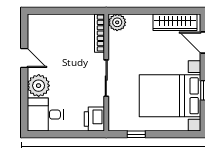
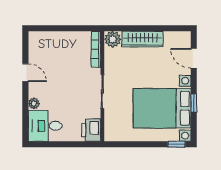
wardrobe: (175, 22) -> (142, 39), moved
plant: (39, 86) -> (34, 103), width x0.53, depth x0.53
window: (136, 134) -> (176, 144), moved

